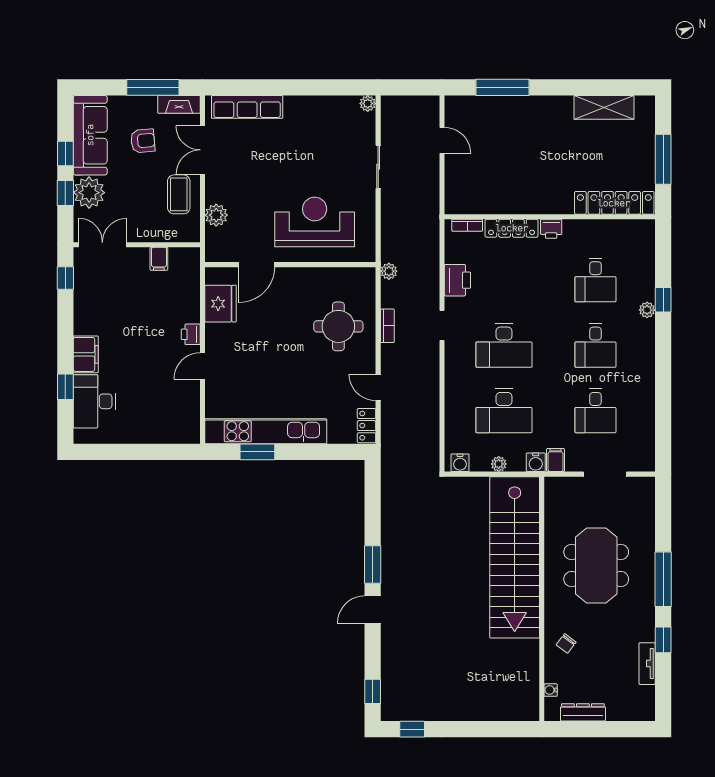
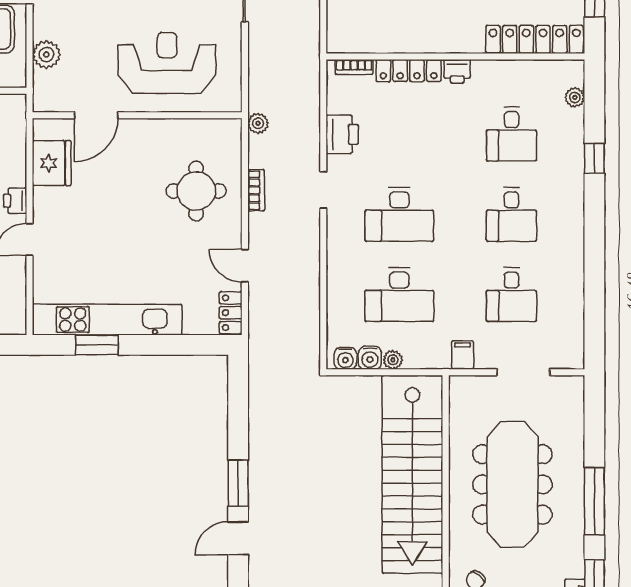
plant: (647, 310) -> (575, 97), moved
water cooler: (536, 462) -> (370, 358), moved
meeting table: (596, 566) -> (512, 484), width x1.36

